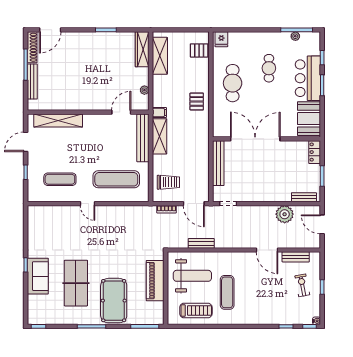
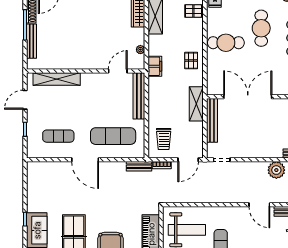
cafe table: (269, 68) -> (261, 28), width x1.37, depth x1.35
cafe table: (233, 83) -> (226, 43), turned 90
filing cabinet: (159, 113) -> (155, 66), width x2.00
shelving: (160, 136) -> (196, 104), moved
trolley: (168, 182) -> (164, 139), turned 90
door: (88, 204) -> (85, 160), width x1.88
door: (194, 204) -> (188, 160), hinge flipped
bench: (201, 243) -> (139, 166), moved

